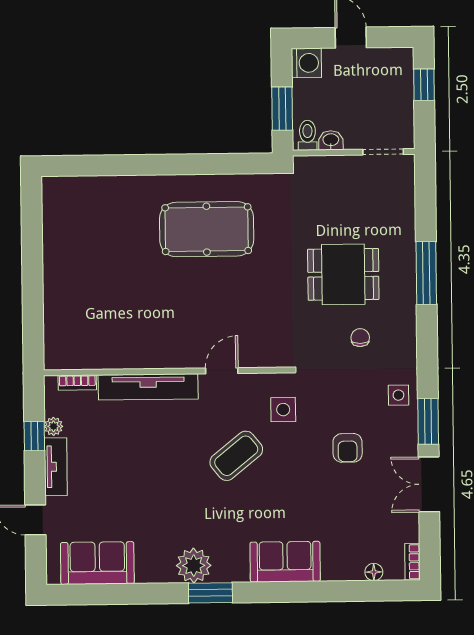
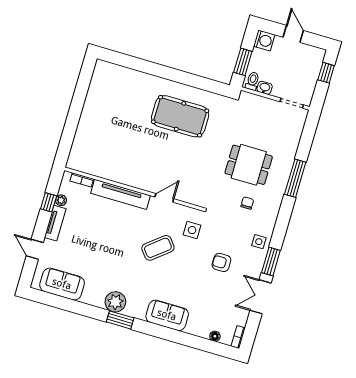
armchair: (348, 448) -> (221, 262), turned 90

